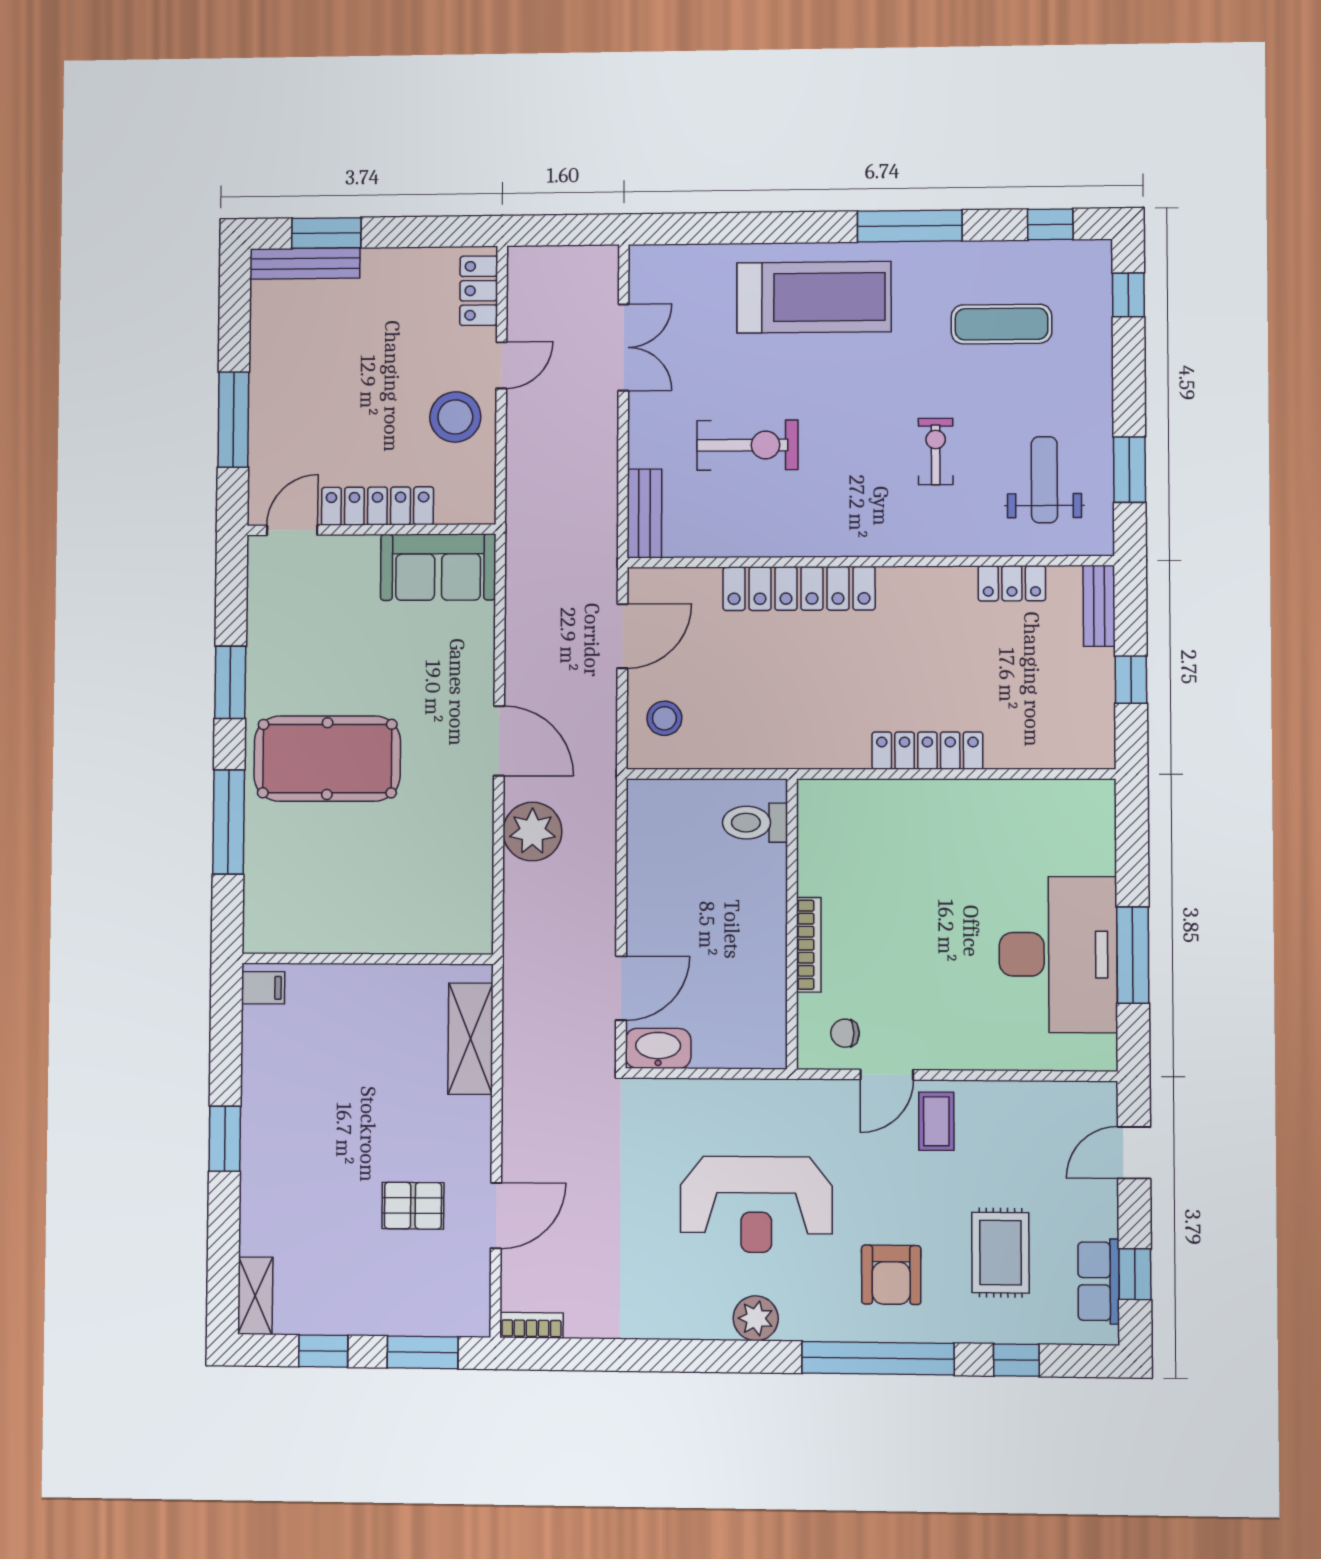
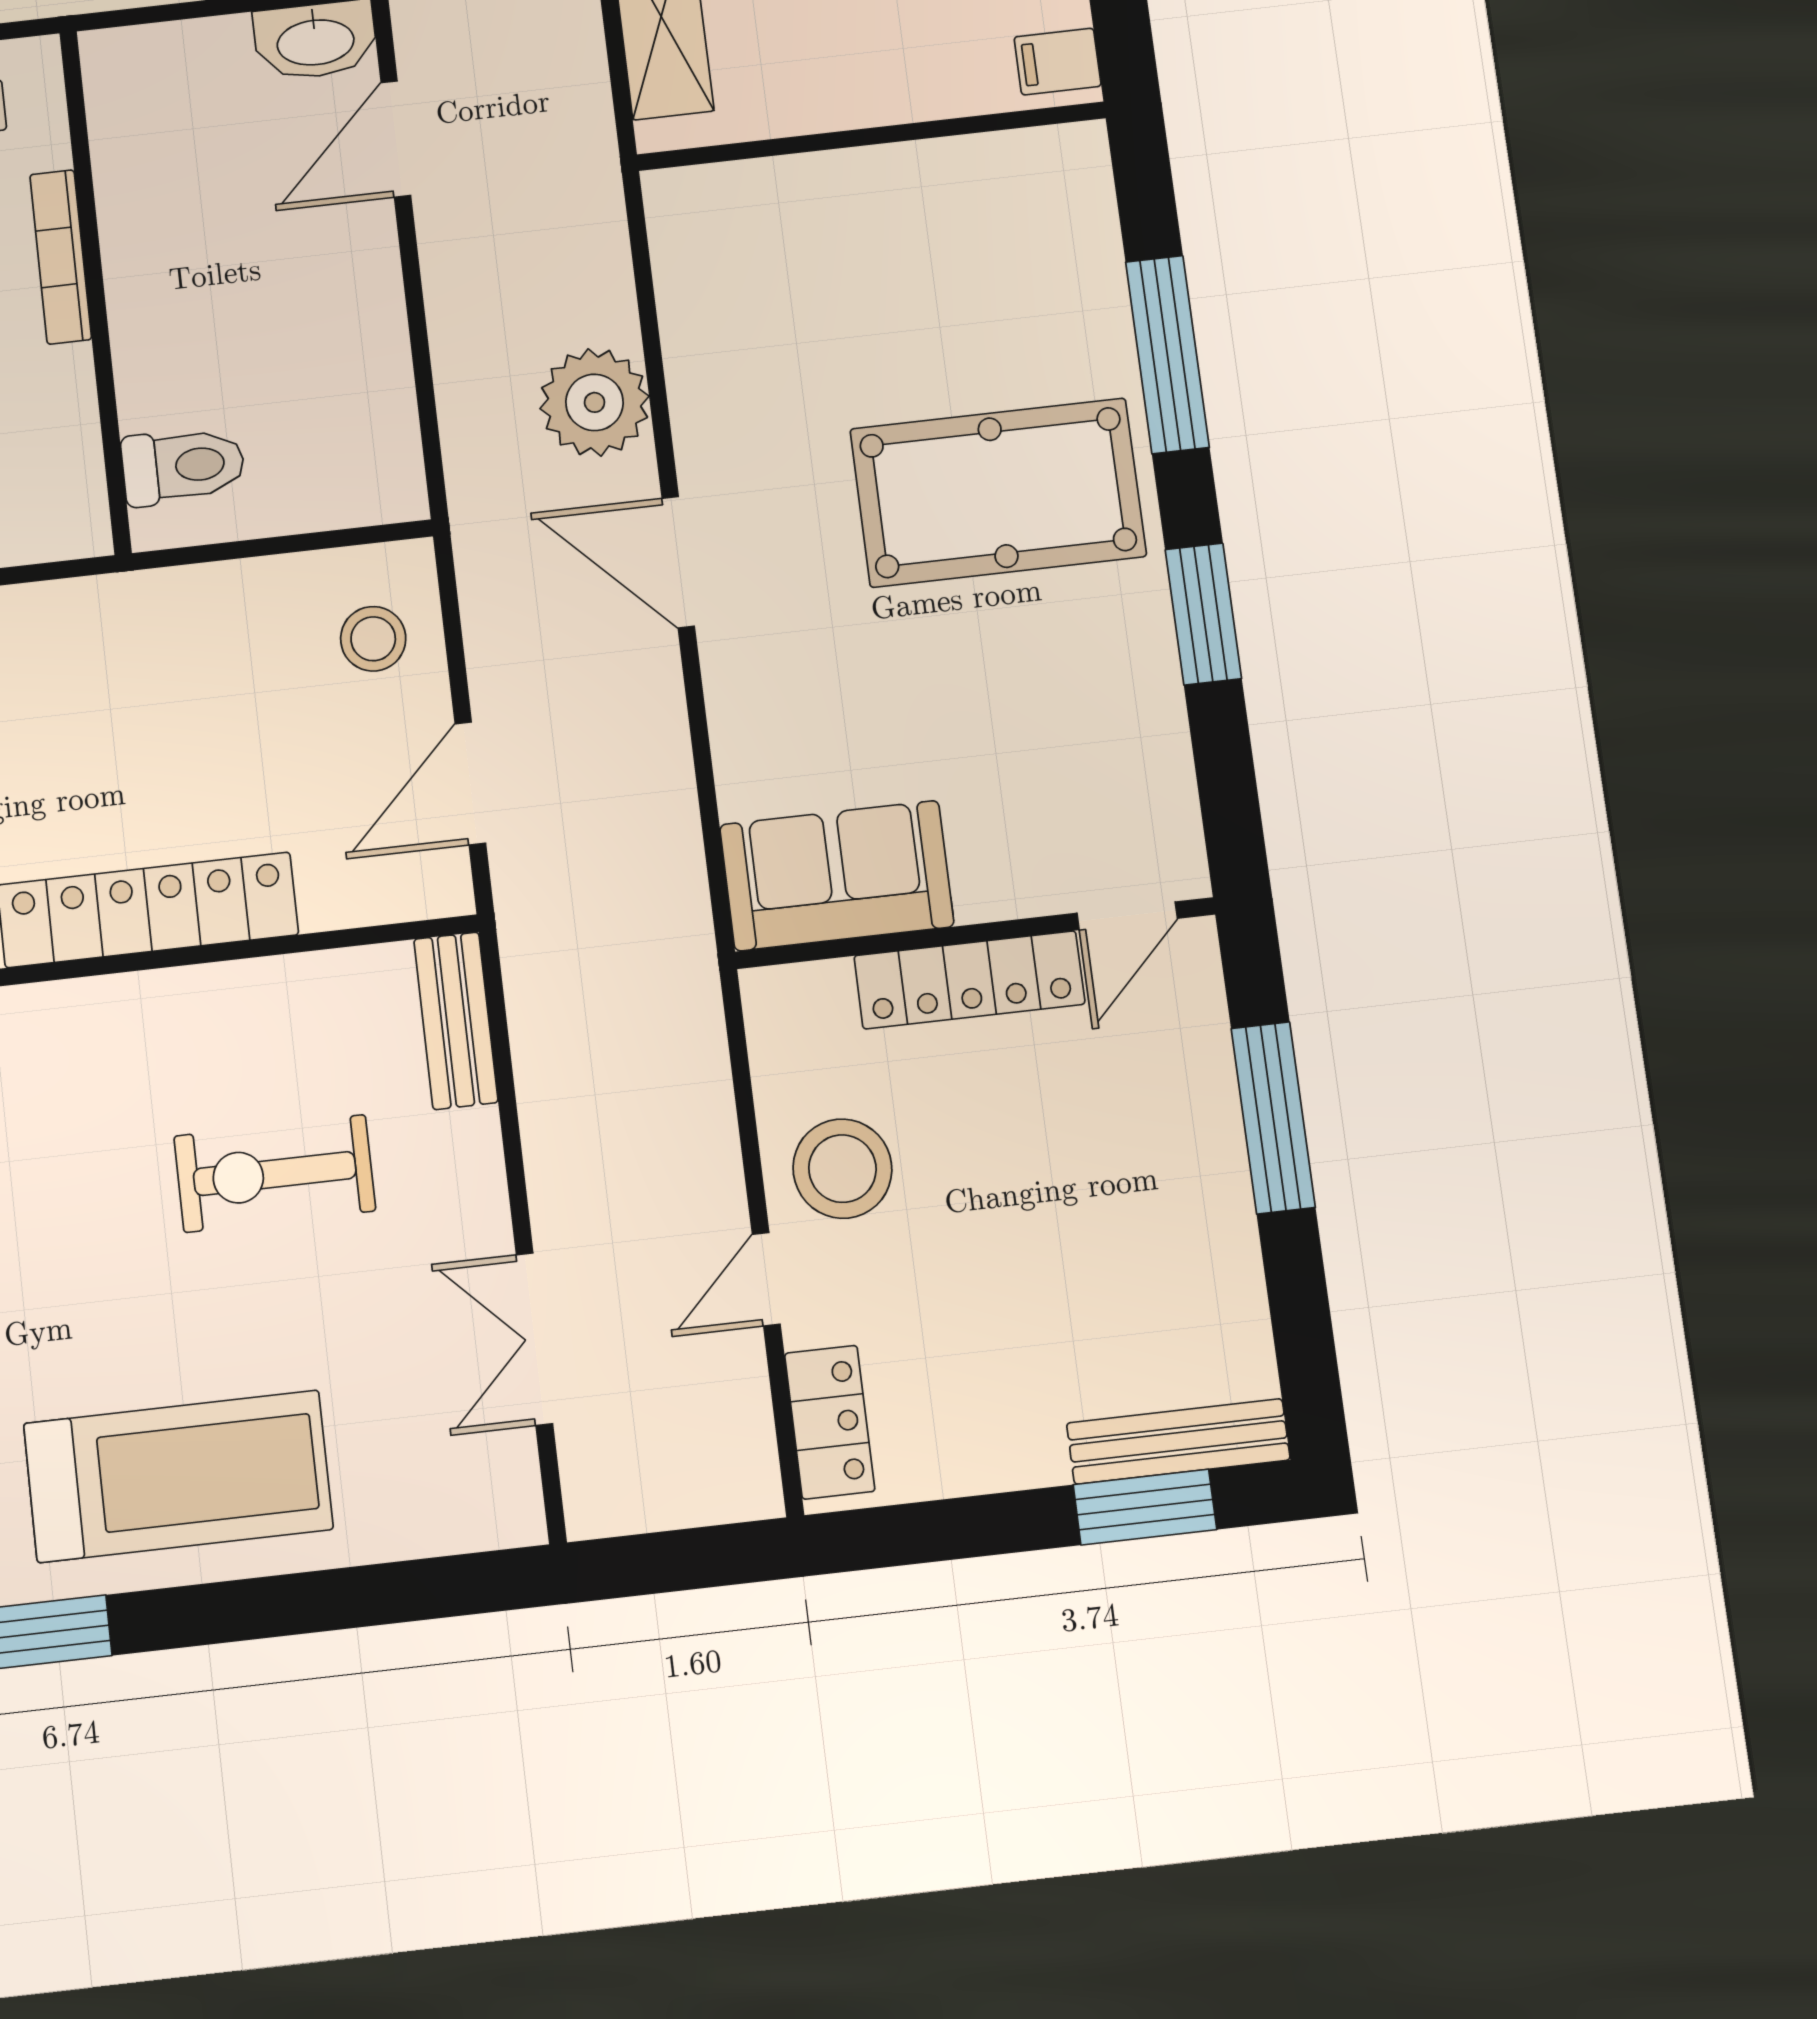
treadmill: (814, 297) -> (178, 1476), turned 180

